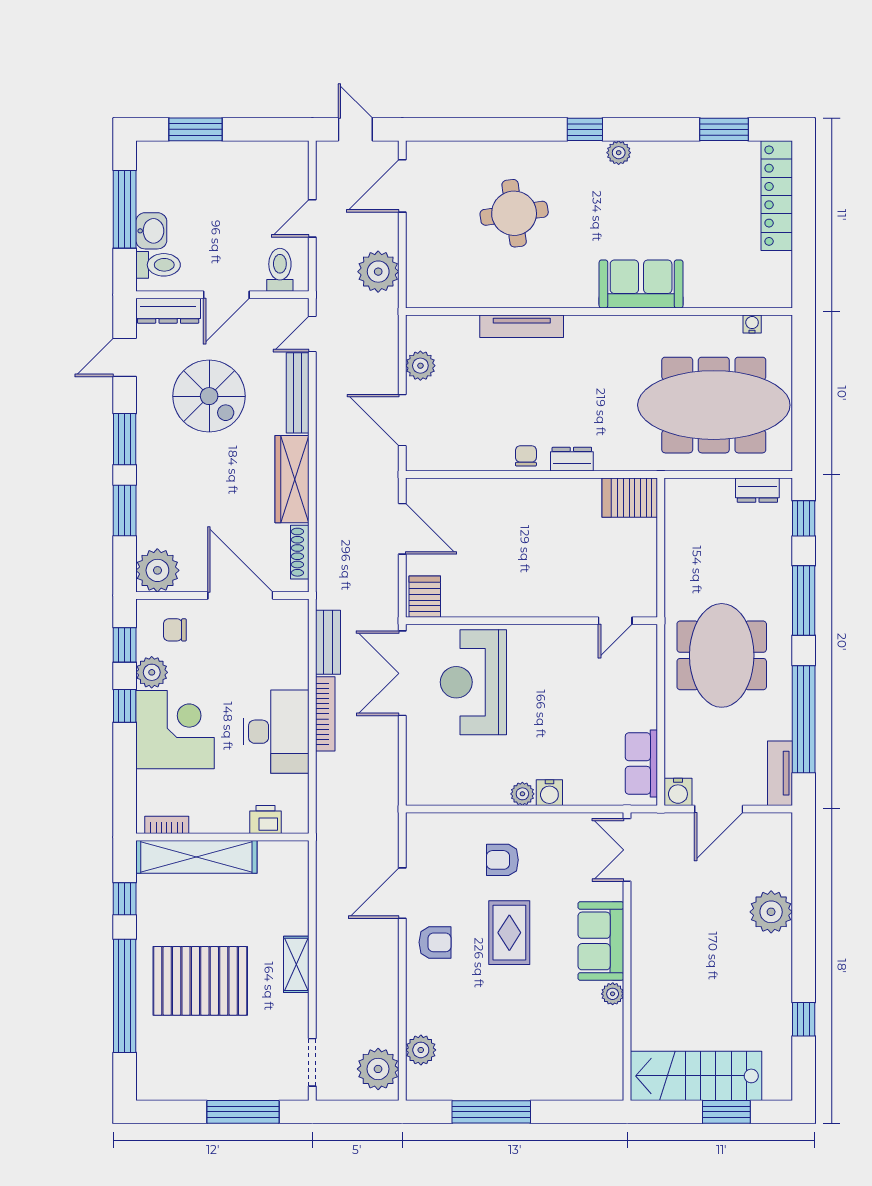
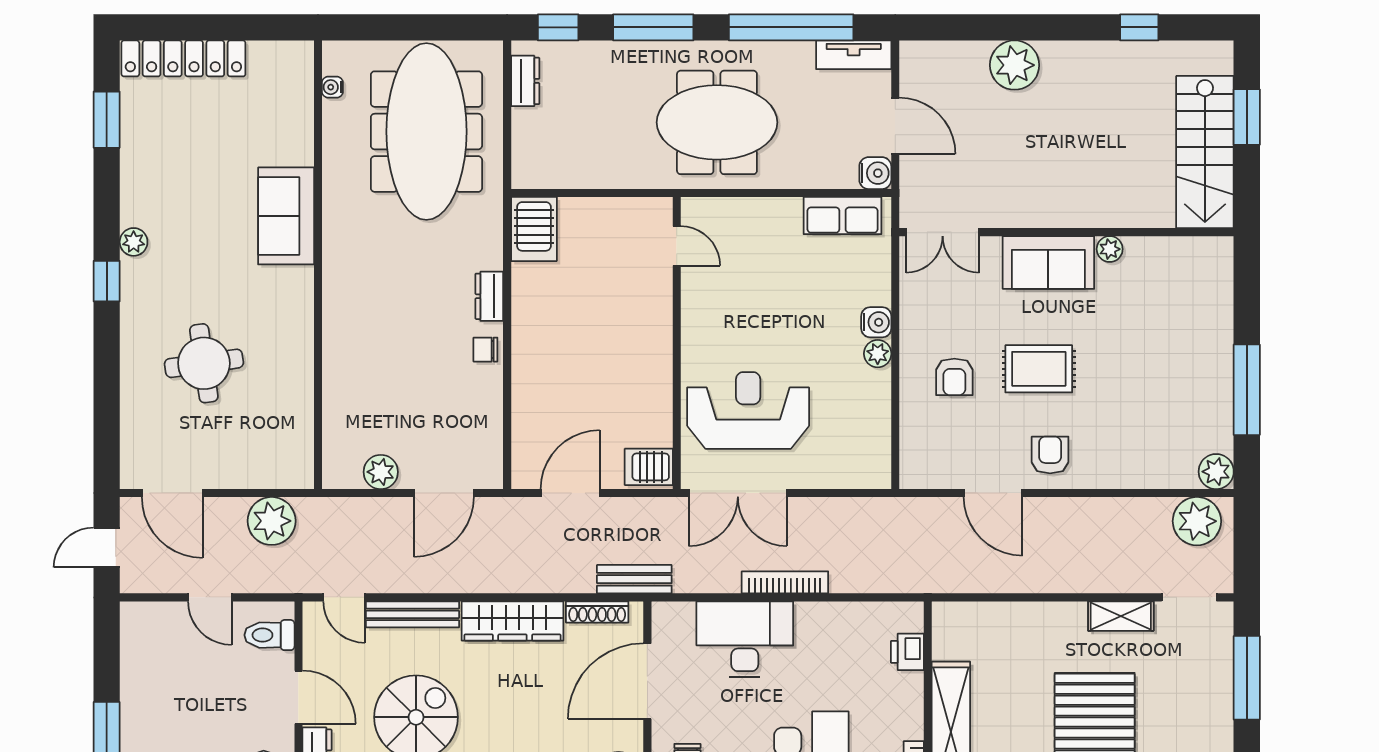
tv unit: (522, 326) -> (335, 354), removed
bench: (328, 642) -> (634, 579), moved
reception desk: (473, 682) -> (748, 410), turned 180
desk: (276, 732) -> (745, 639), moved
shelving: (296, 964) -> (1121, 616), moved
plant: (421, 1050) -> (1216, 472), moved

